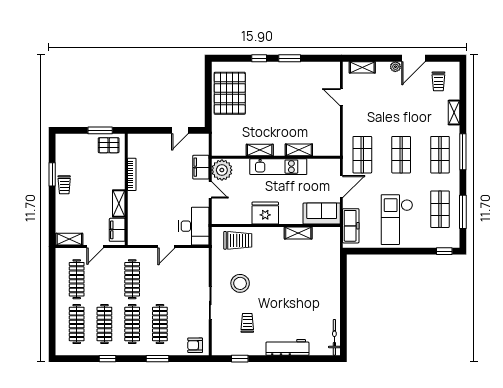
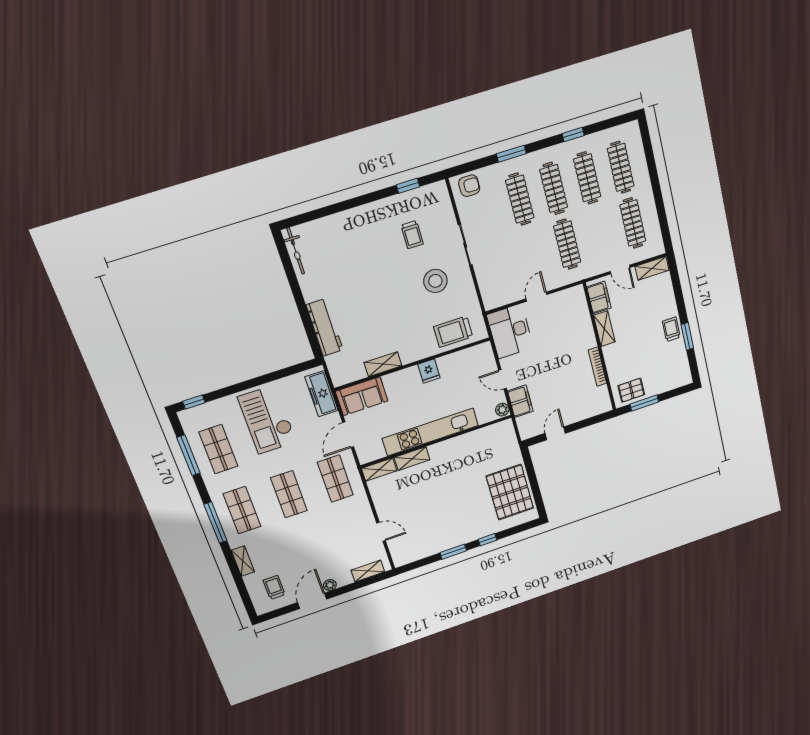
shelving: (260, 150) -> (379, 470), moved
kitchen unit: (278, 167) -> (430, 432), width x1.36
plant: (222, 170) -> (502, 410), width x0.53, depth x0.53
fridge: (265, 213) -> (429, 371), width x0.53, depth x0.75
checkout: (397, 220) -> (267, 420), turned 180
door: (95, 247) -> (620, 269), swing flipped
workbench: (287, 347) -> (325, 328), moved, turned -90

